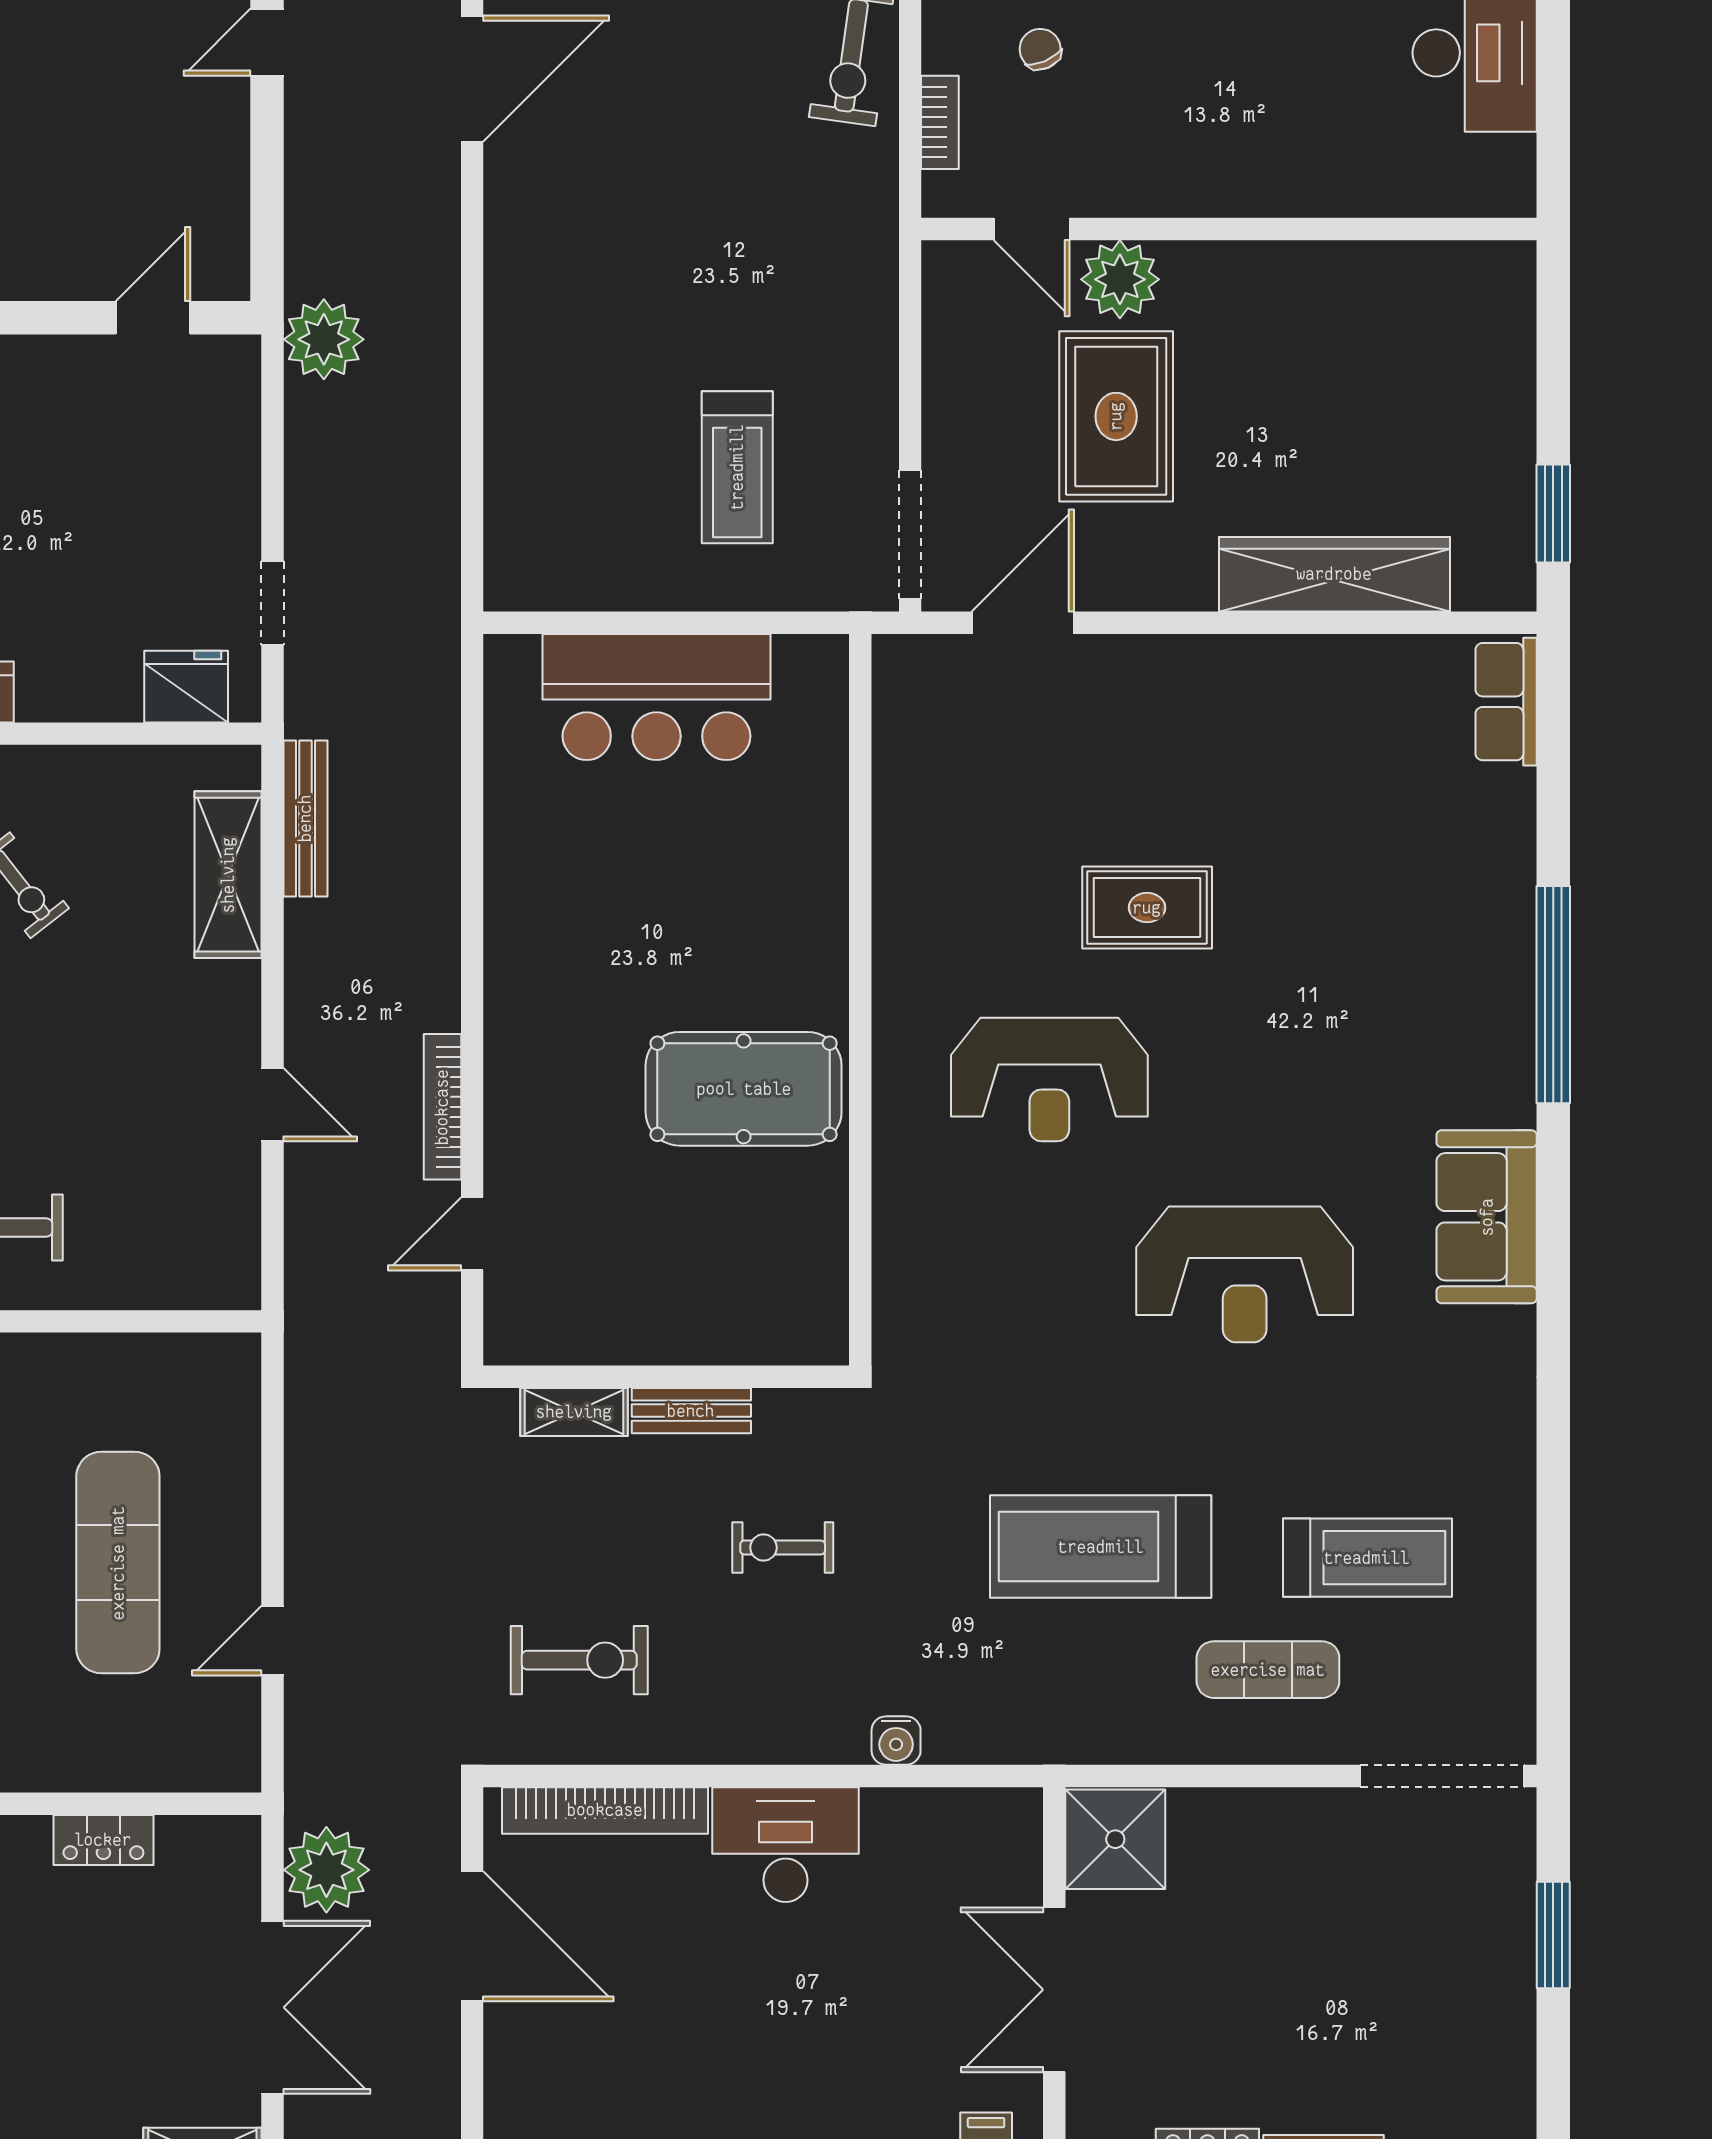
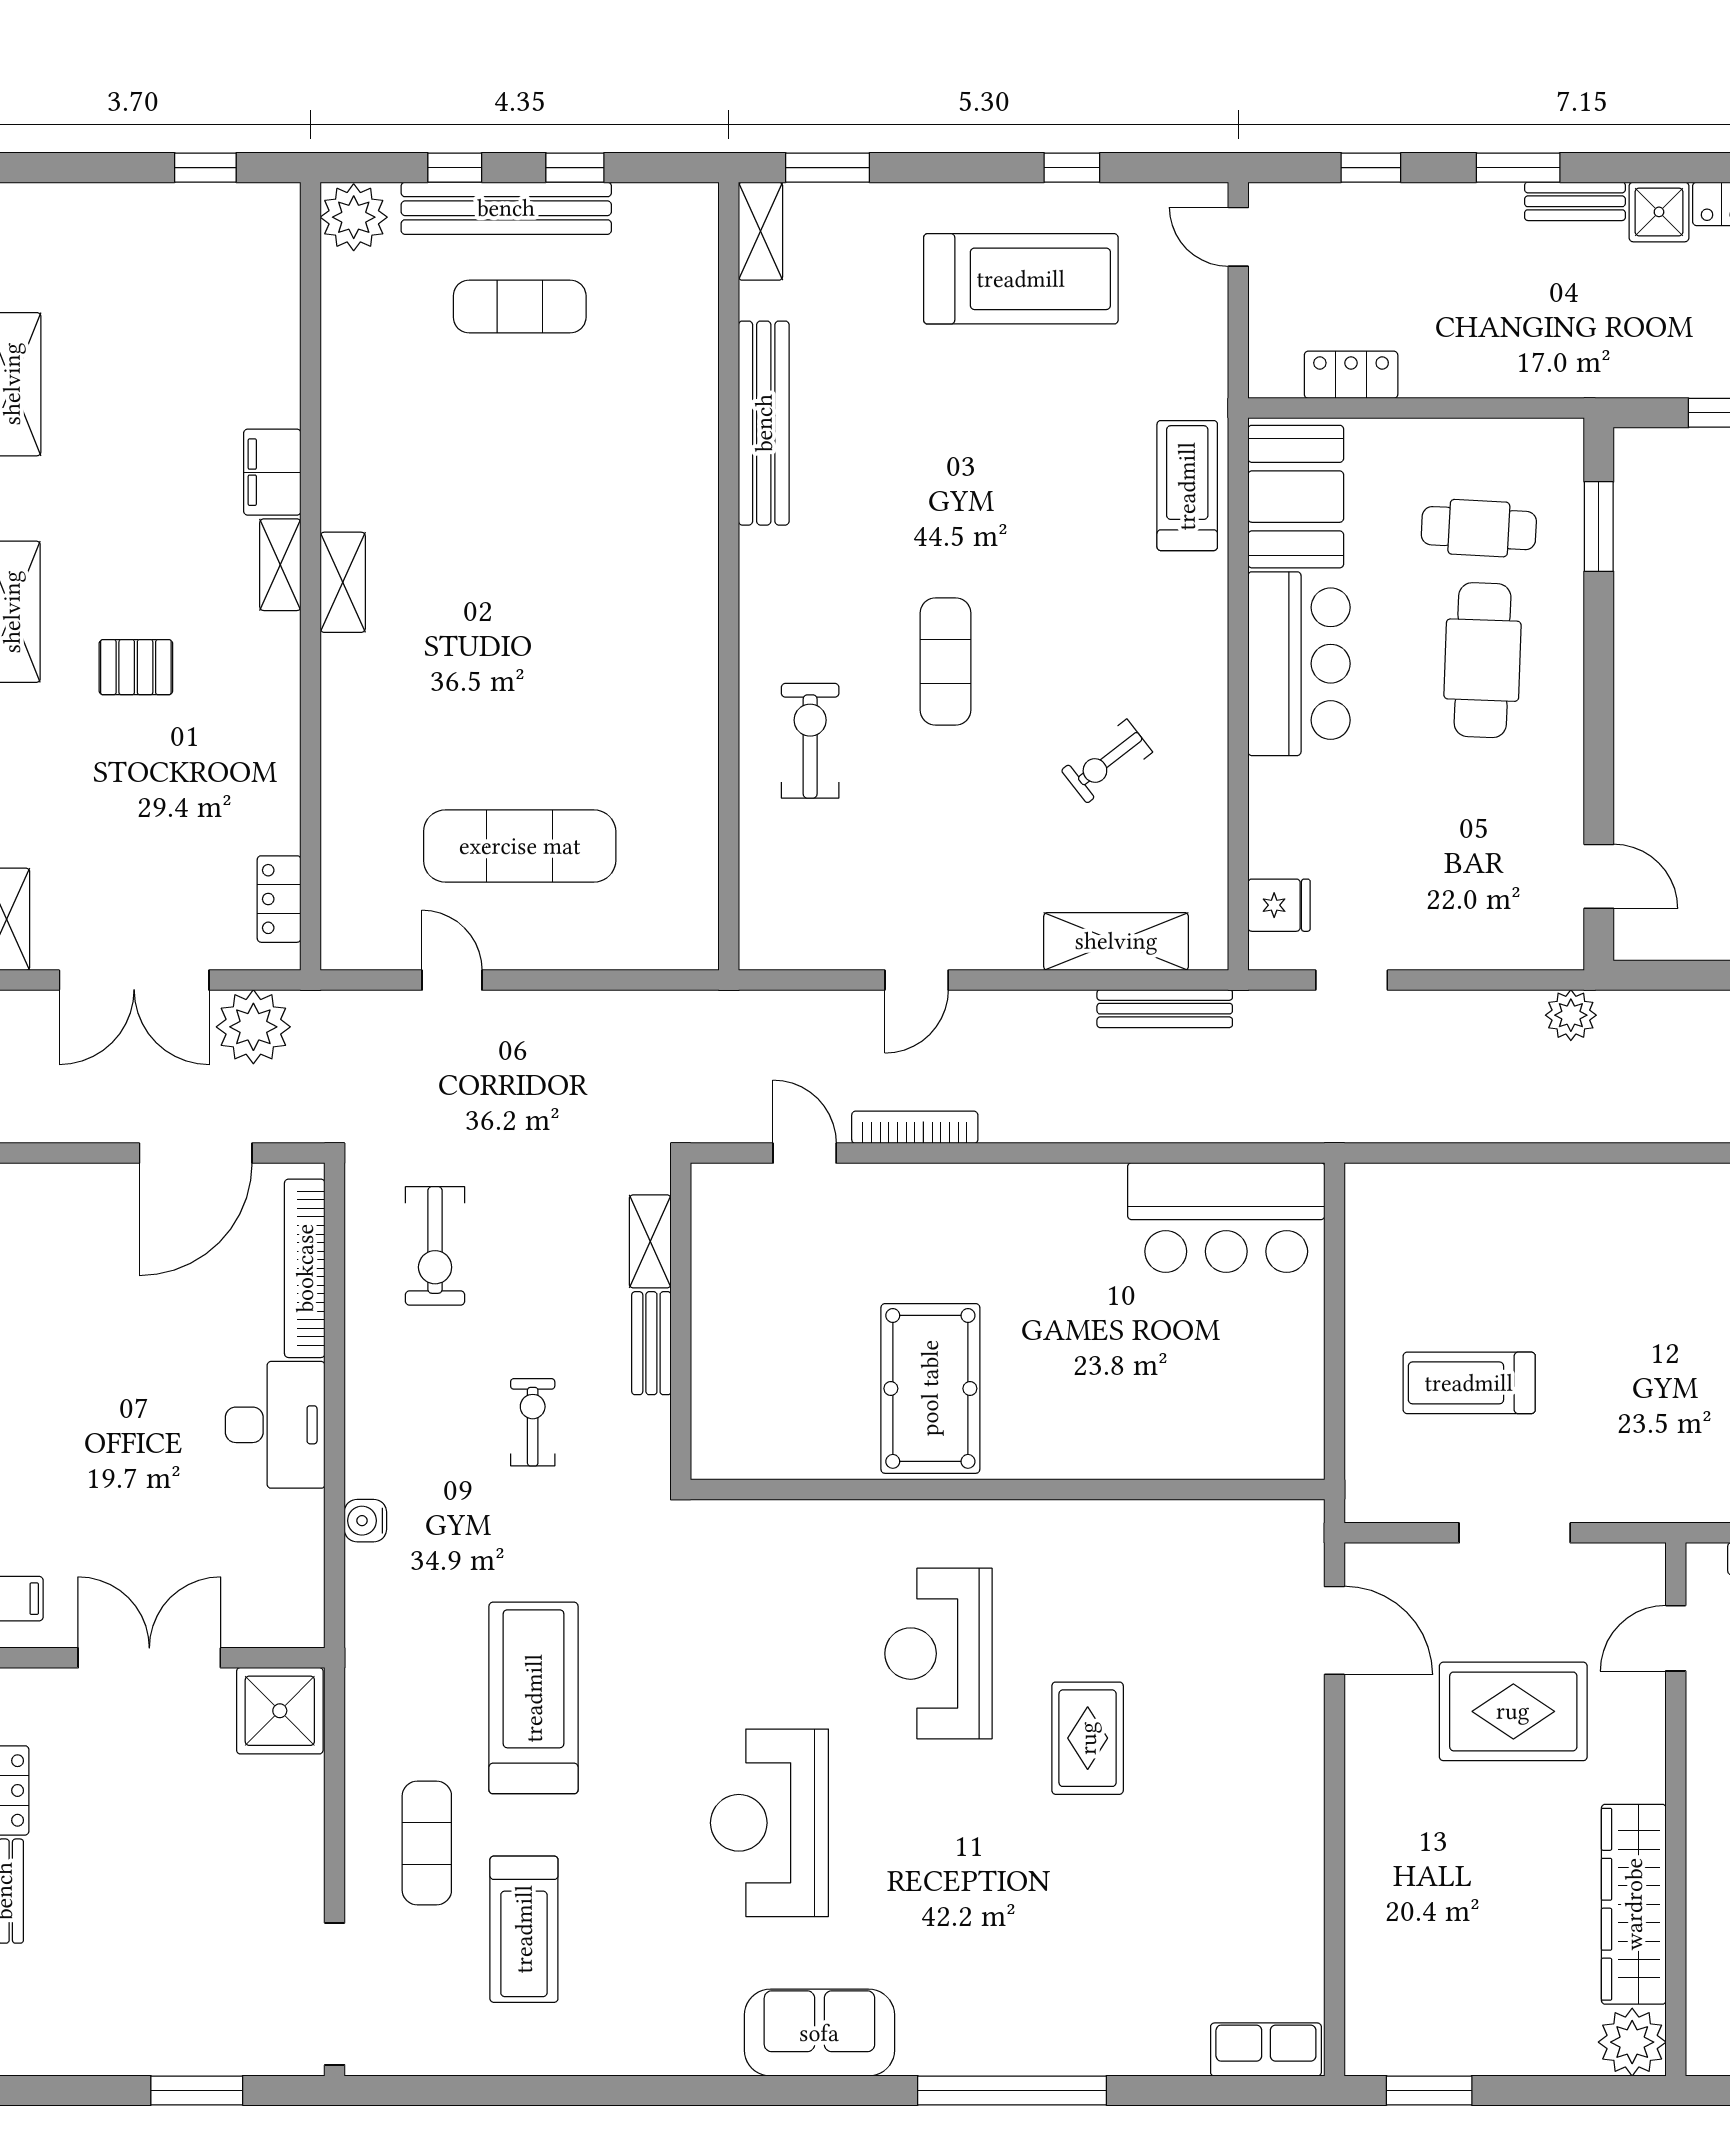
plant: (1120, 279) -> (1632, 2042), moved
plant: (324, 339) -> (1571, 1015), width x0.73, depth x0.73
doorway: (910, 534) -> (1515, 1533), moved
wardrobe: (1334, 574) -> (1634, 1904), moved, turned 180
fridge: (186, 687) -> (1279, 905), width x0.72
bar counter: (656, 697) -> (1226, 1217), moved, turned -90
locker: (103, 1840) -> (279, 899), moved

